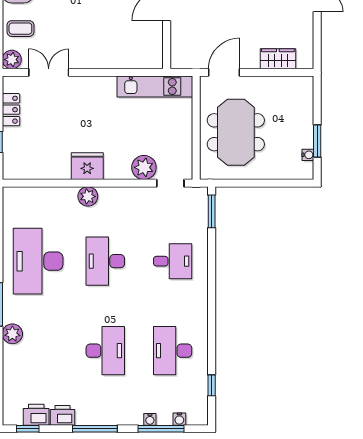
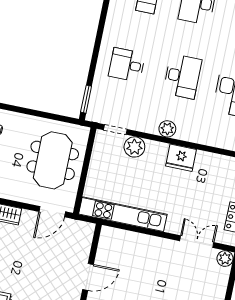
coffee table: (20, 29) -> (213, 283), removed
double door: (49, 72) -> (197, 242), swing flipped
kitchen unit: (155, 86) -> (123, 214), width x1.36
plant: (88, 196) -> (167, 129), moved

